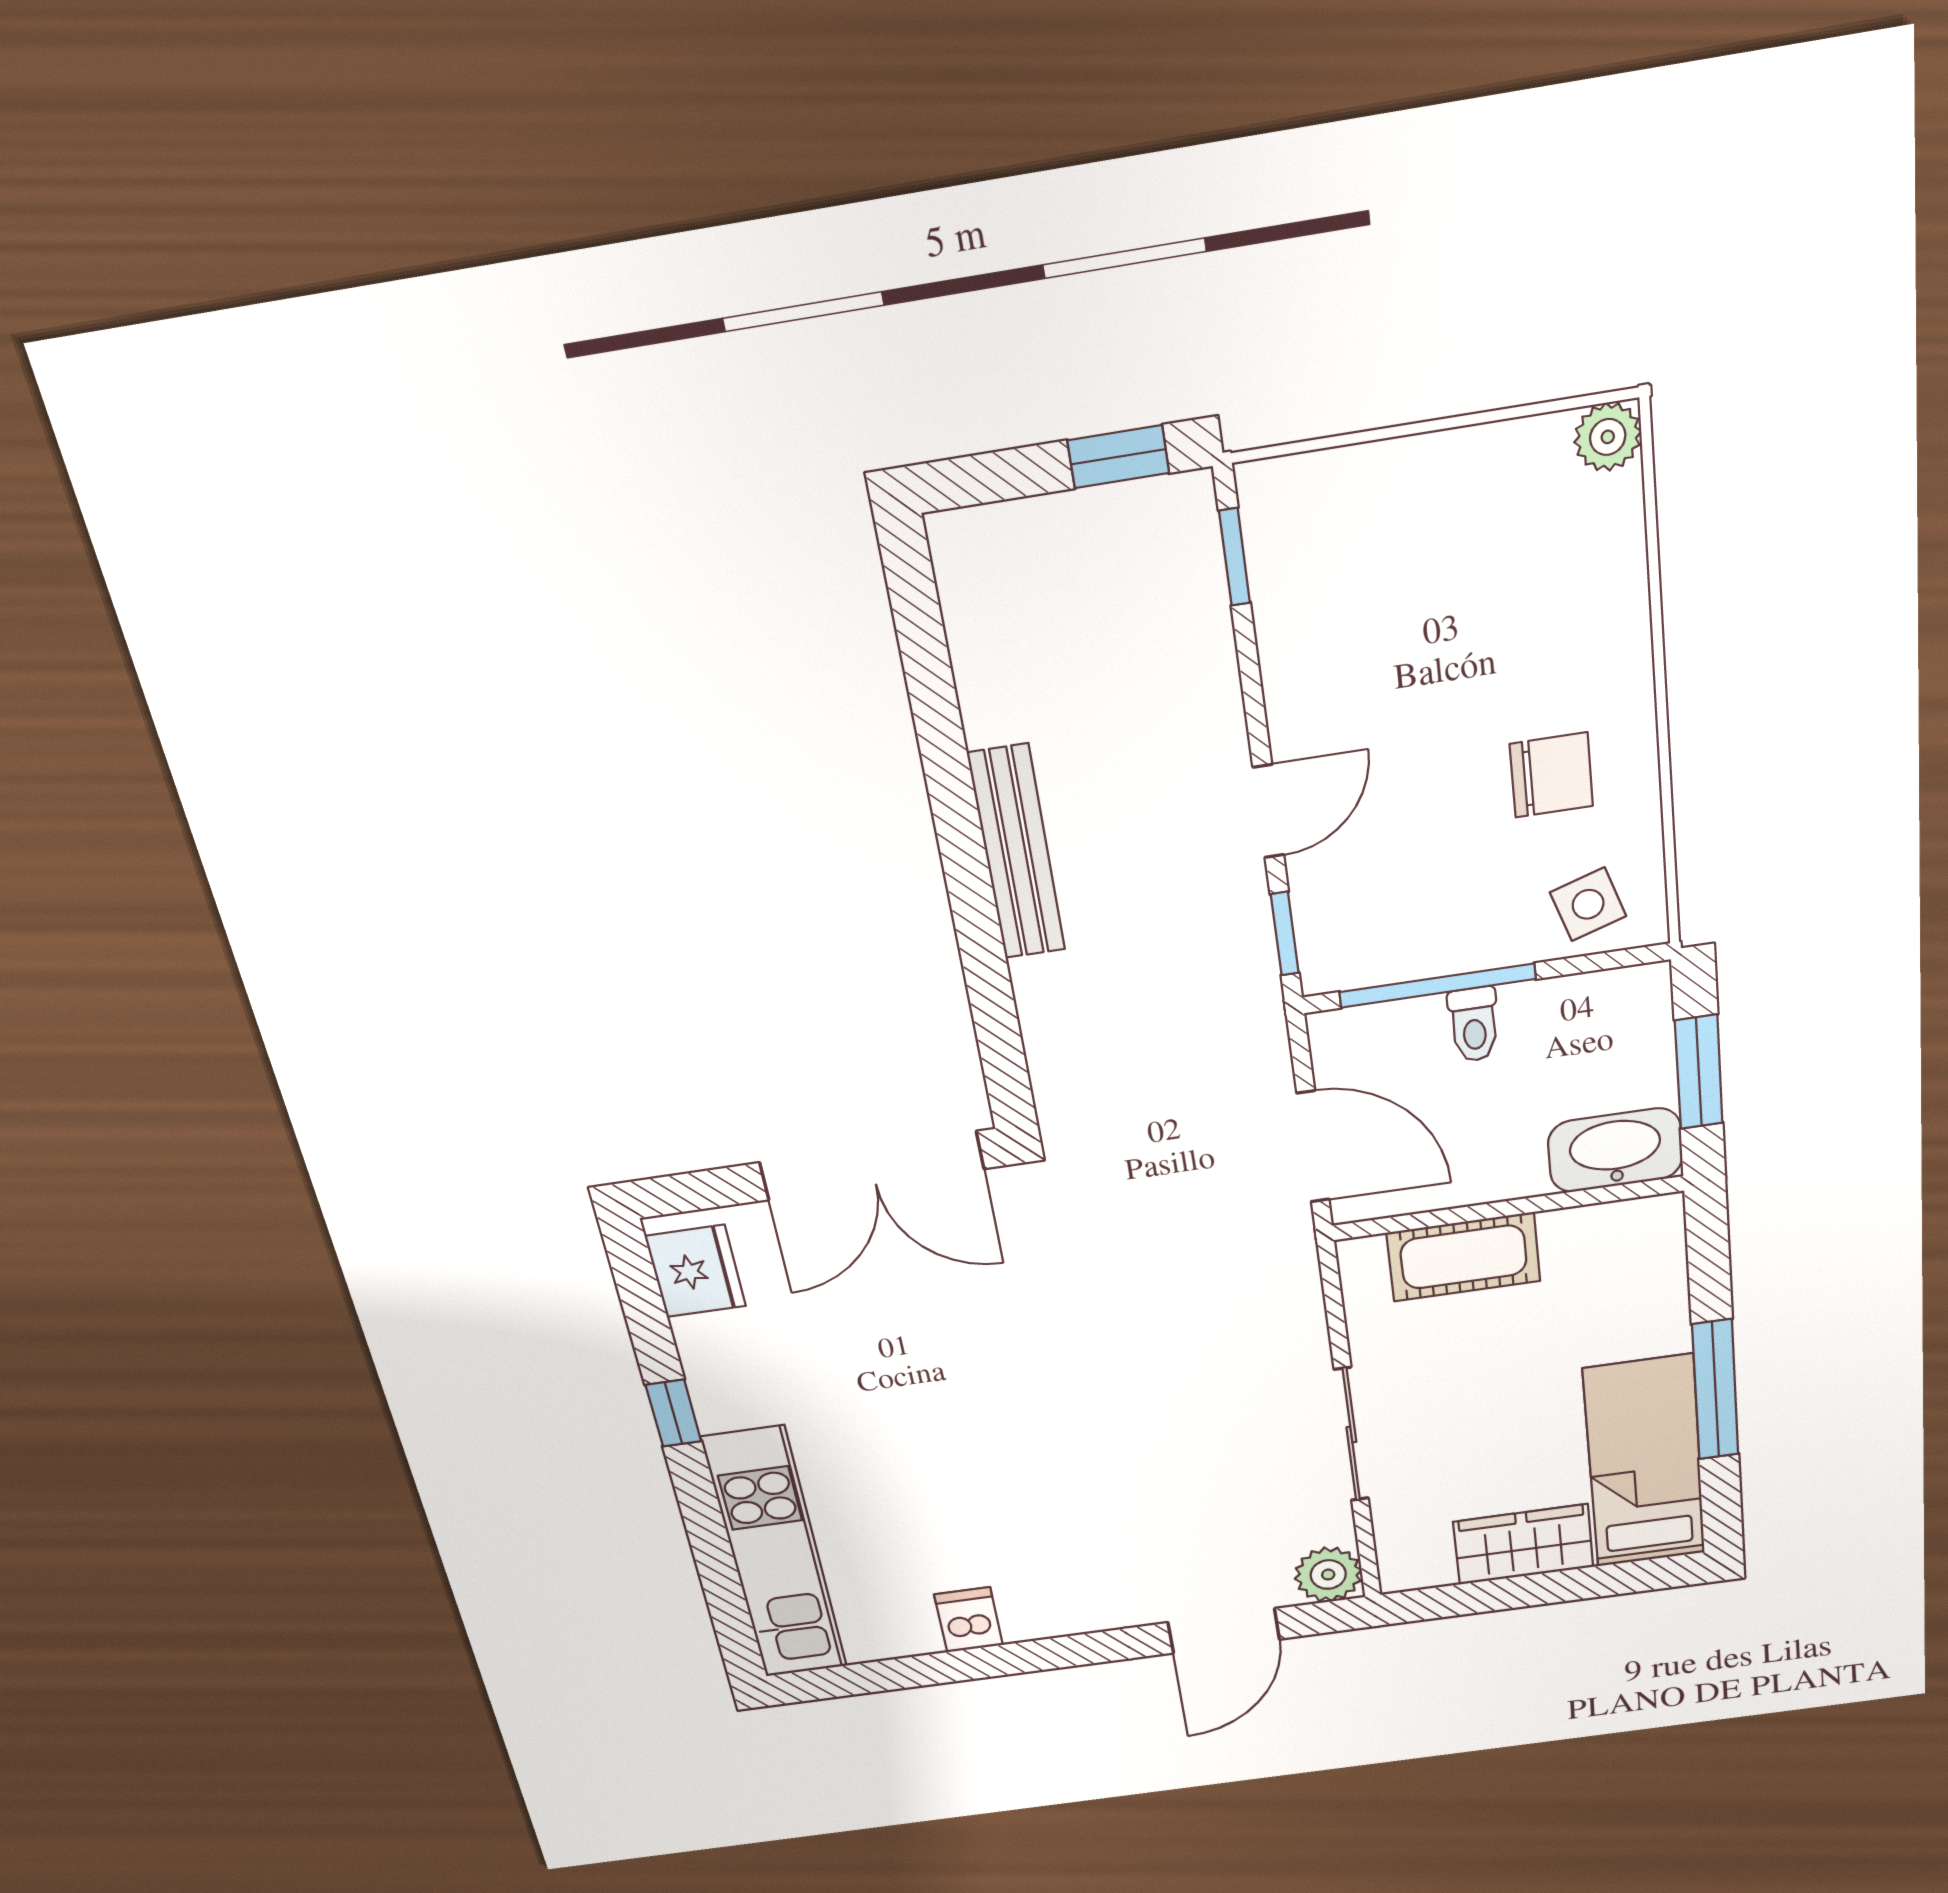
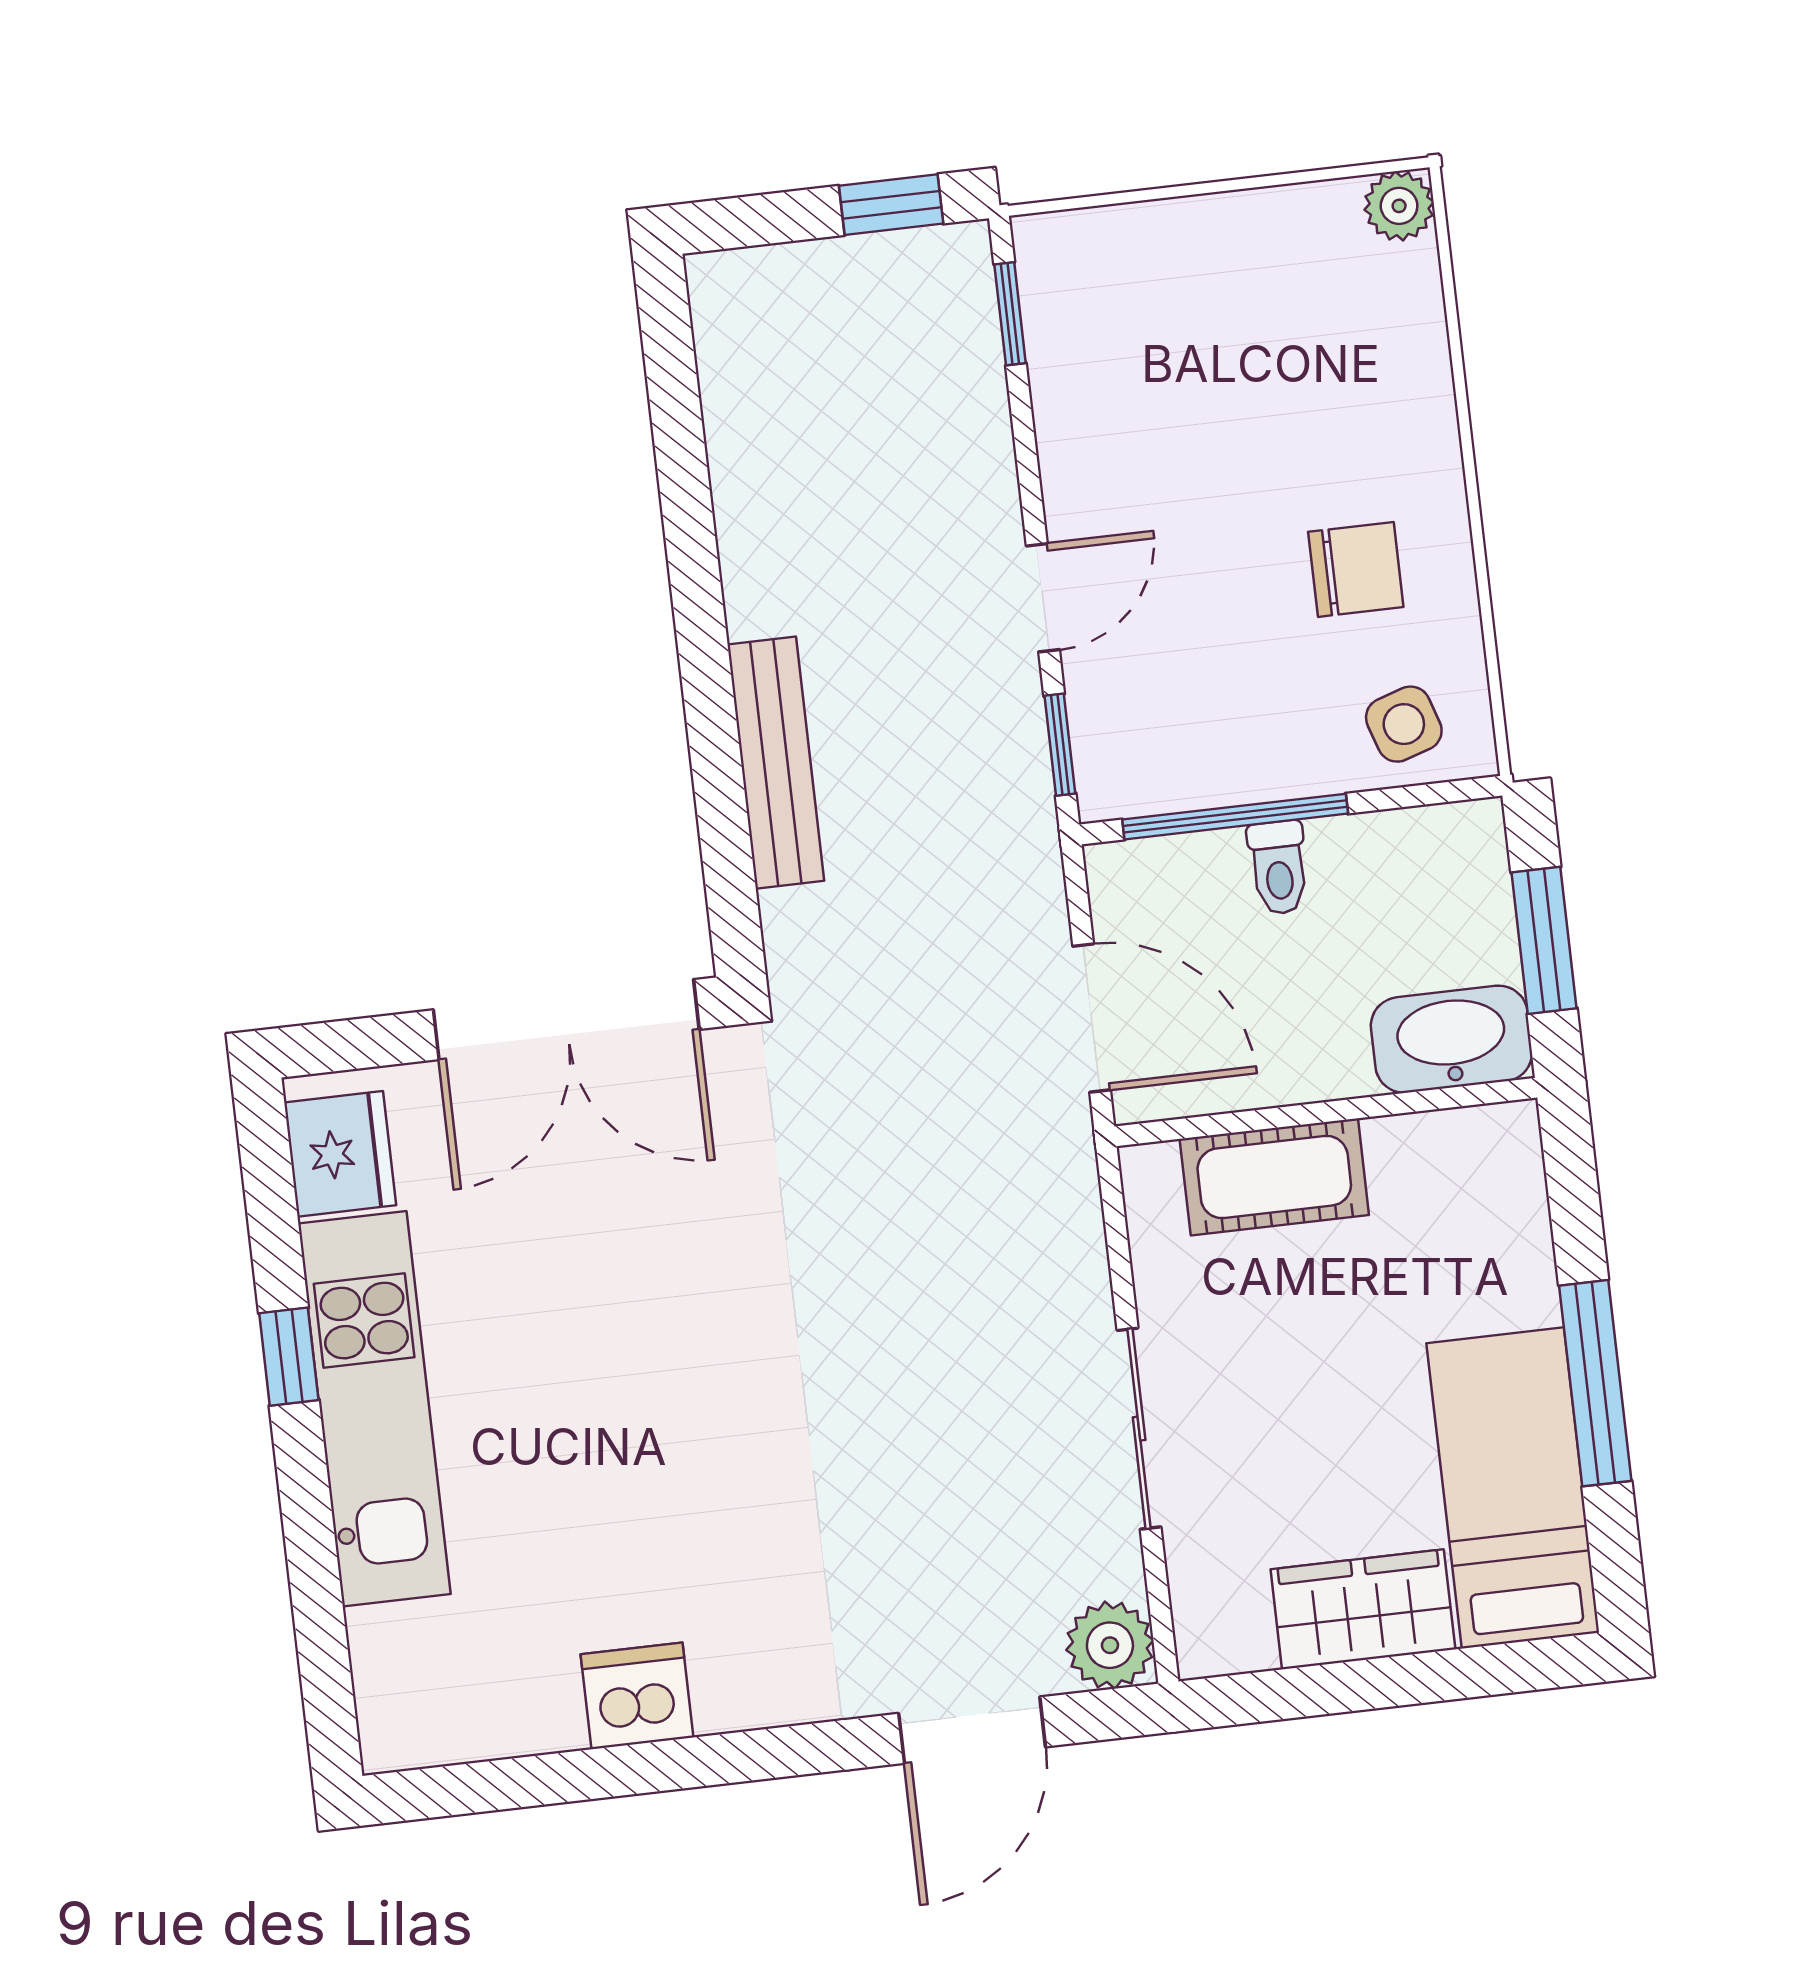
bench: (1017, 853) -> (776, 763), moved
kitchen unit: (775, 1554) -> (374, 1409), moved
dishwasher: (969, 1620) -> (637, 1696), width x1.38

